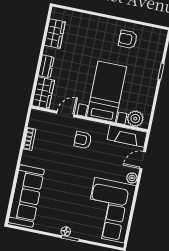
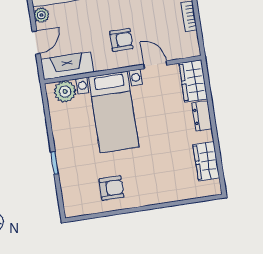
door: (65, 114) -> (155, 65), swing flipped

